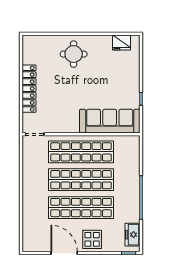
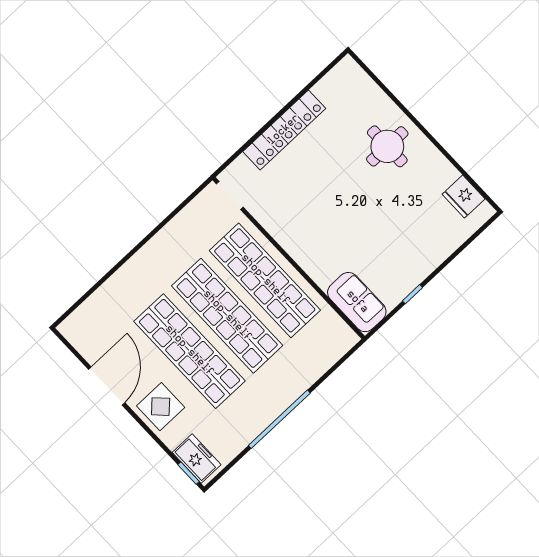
sofa: (110, 121) -> (357, 302), width x0.54, depth x0.79
freezer: (132, 235) -> (197, 458), moved, turned 90

